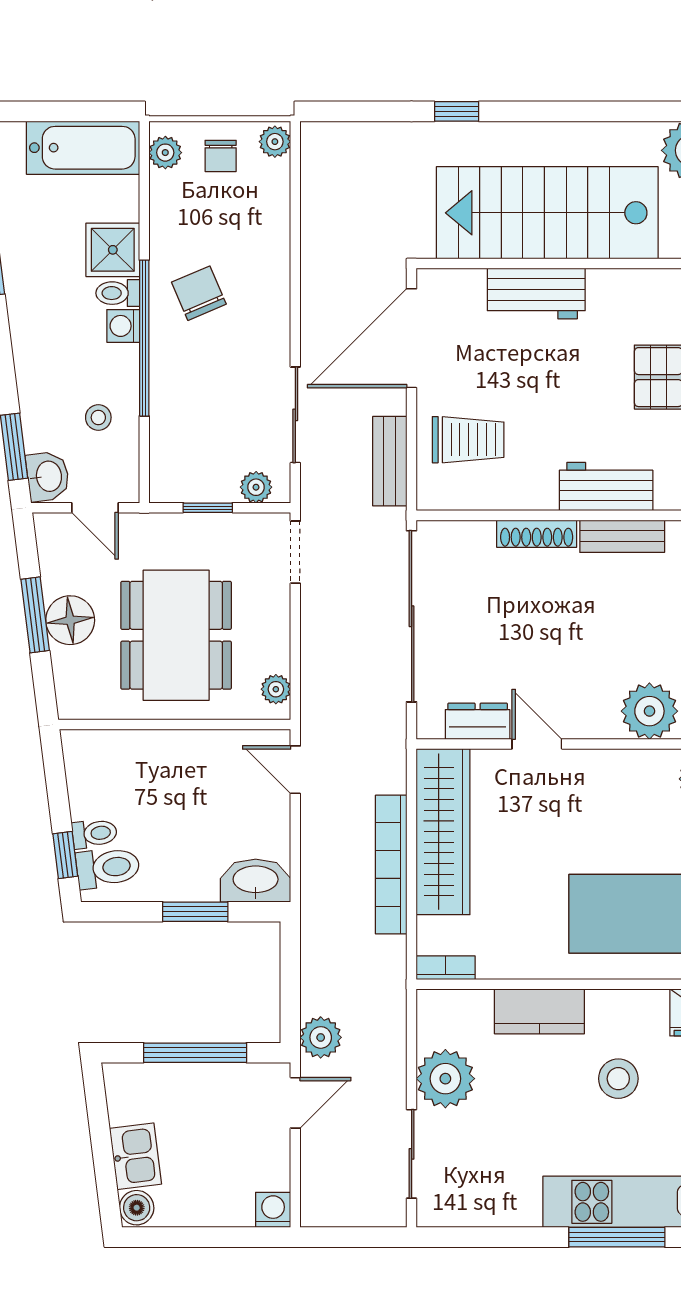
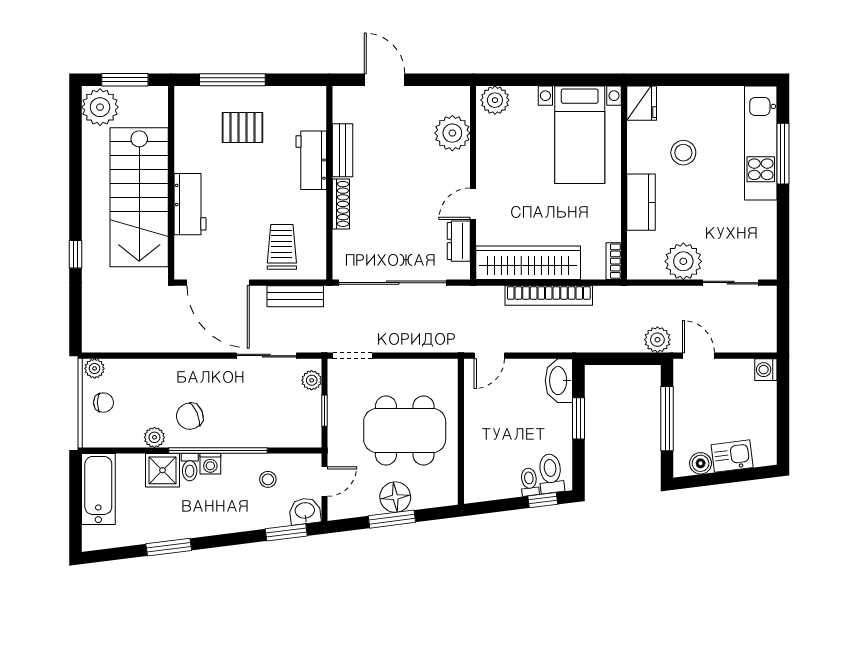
plant: (165, 153) -> (154, 437), moved
plant: (276, 689) -> (439, 368), removed
boiler: (137, 1208) -> (701, 463), moved

